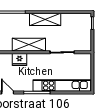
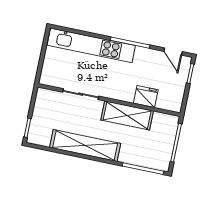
shelving: (45, 19) -> (85, 145), width x1.47

